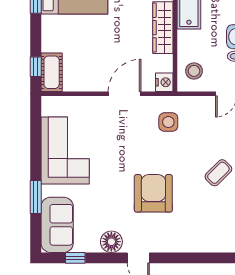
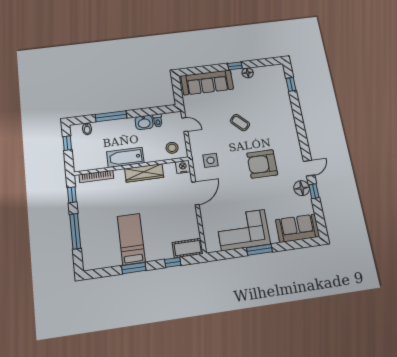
window: (36, 67) -> (173, 262), moved
door: (125, 94) -> (195, 193), swing flipped
window: (36, 197) -> (259, 250), moved
window: (75, 258) -> (314, 191), moved

